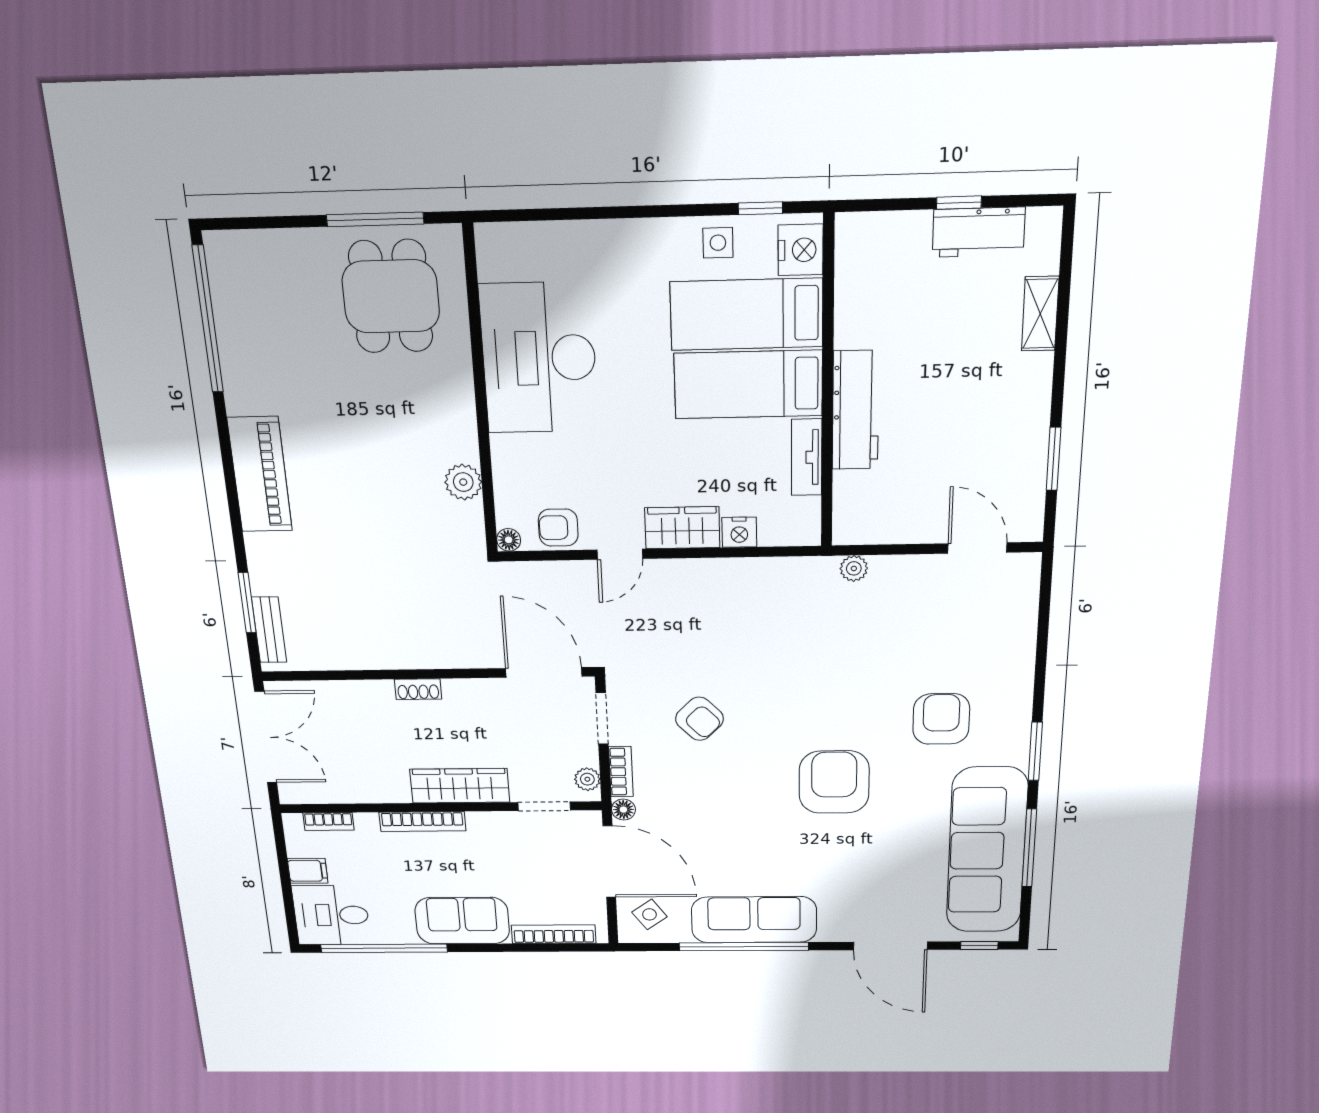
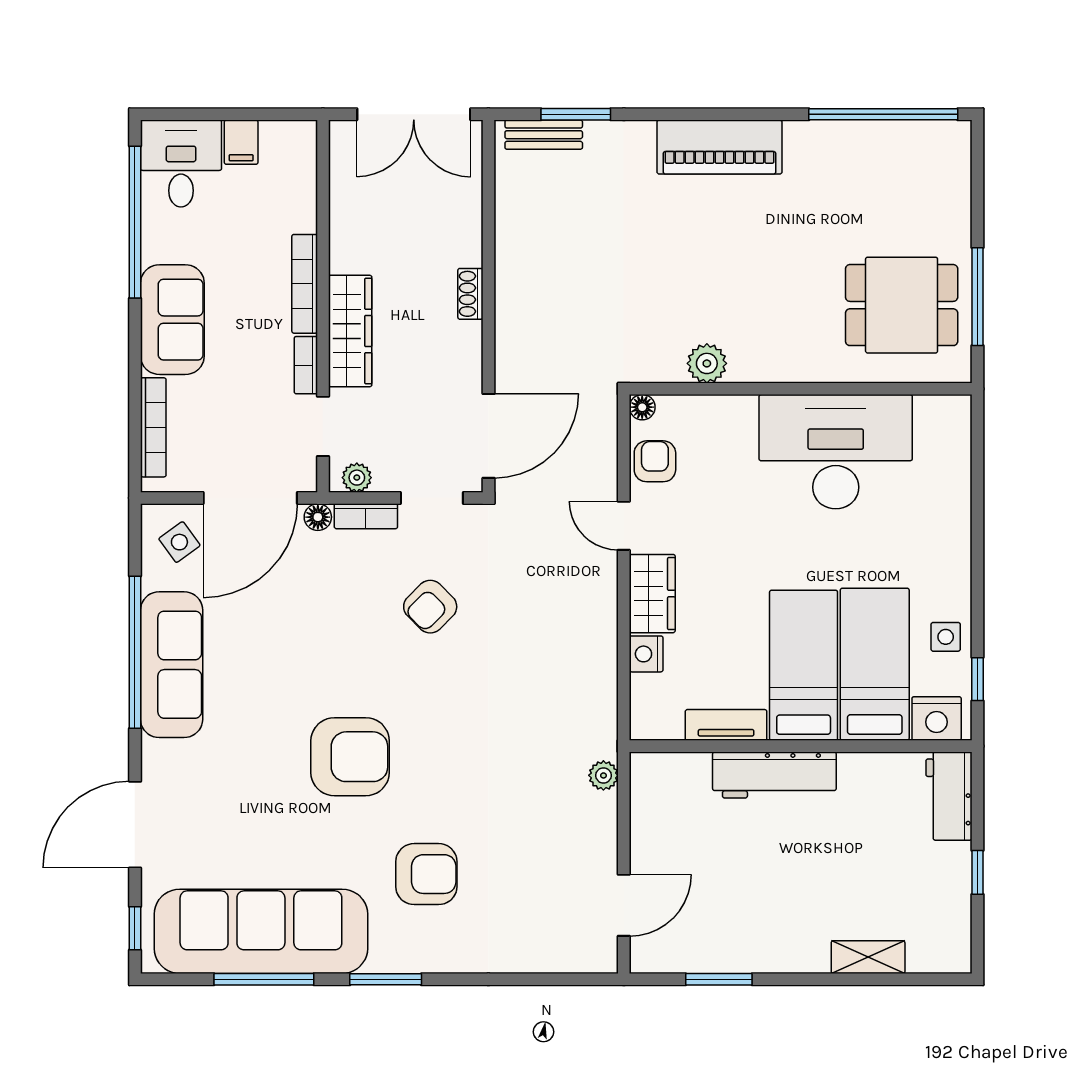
workbench: (979, 232) -> (949, 796), moved
bookcase: (328, 822) -> (306, 365), moved

